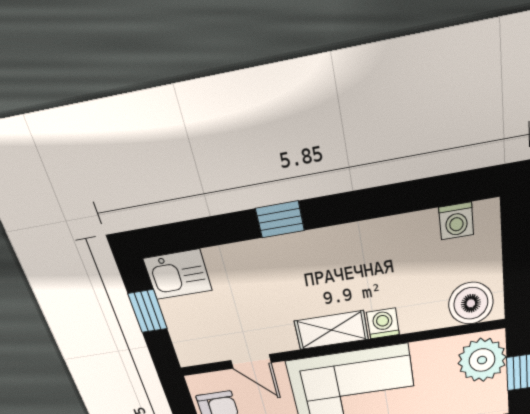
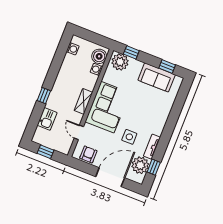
kitchen sink: (178, 275) -> (47, 119), moved
washing machine: (383, 323) -> (97, 69), moved
door: (251, 361) -> (79, 132), swing flipped

